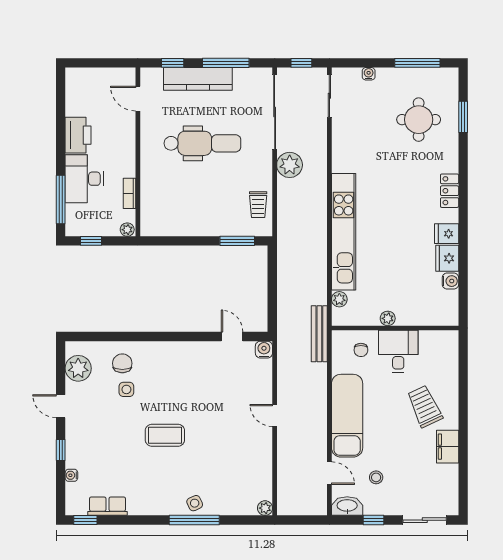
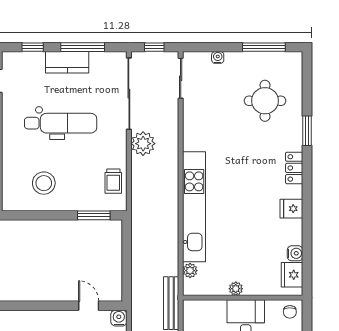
kitchen counter: (198, 79) -> (67, 62), width x0.67
window: (463, 117) -> (307, 131), moved
stool: (185, 207) -> (44, 183), added
fridge: (447, 258) -> (292, 275), moved
chair: (361, 350) -> (290, 312), moved

